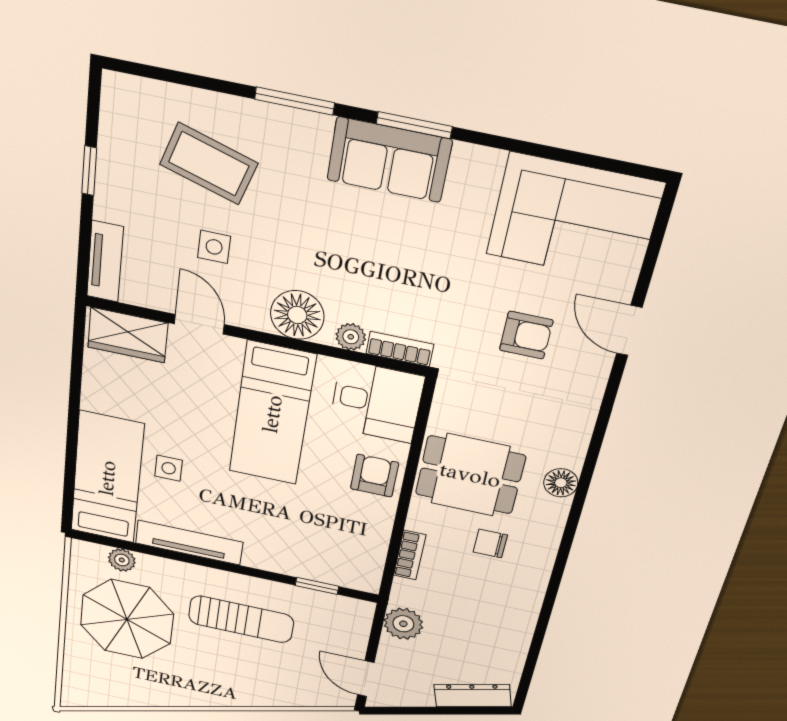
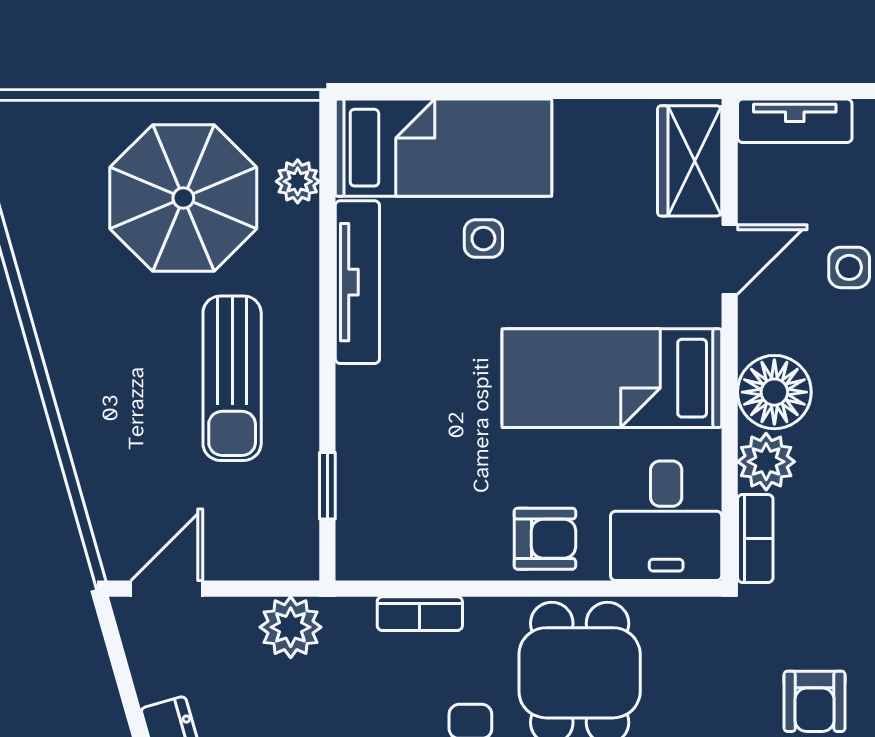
plant: (351, 337) -> (766, 462), width x1.38, depth x1.38

